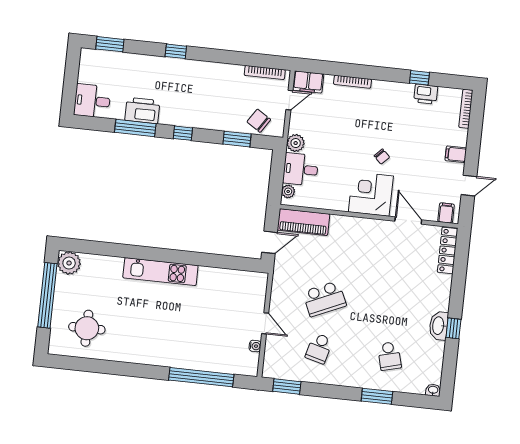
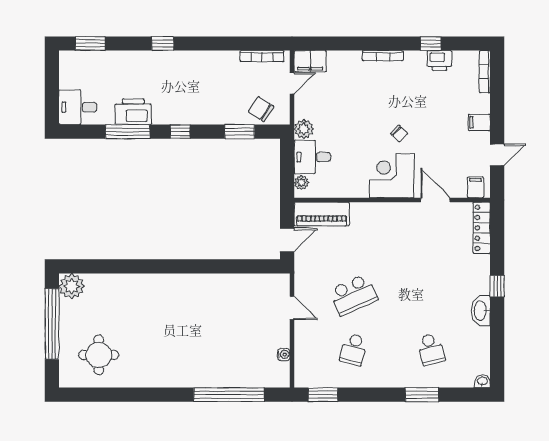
bookcase: (352, 82) -> (383, 56), moved
kitchen unit: (160, 272) -> (172, 285), removed
door: (265, 323) -> (292, 308), moved
window: (453, 328) -> (497, 286), moved

